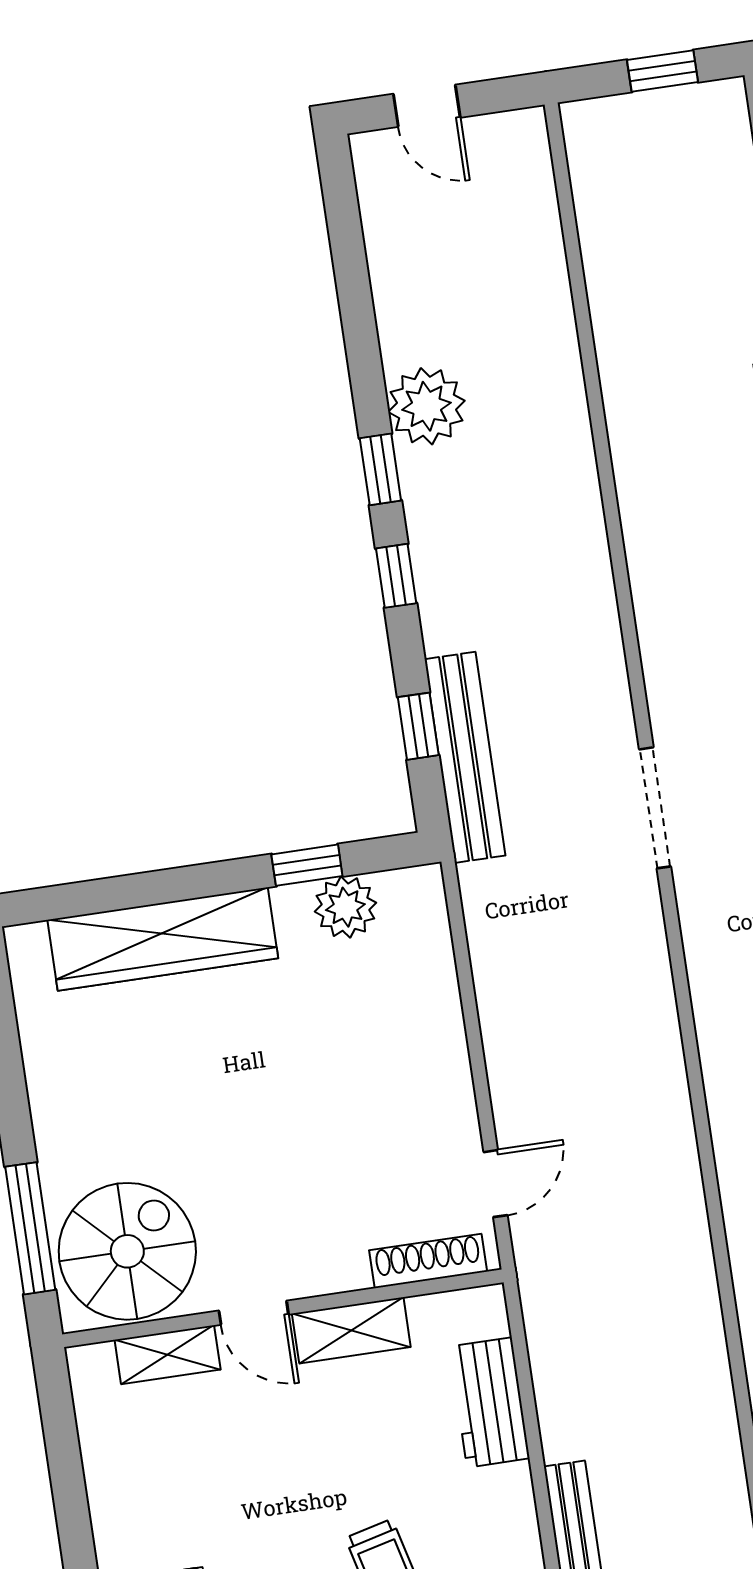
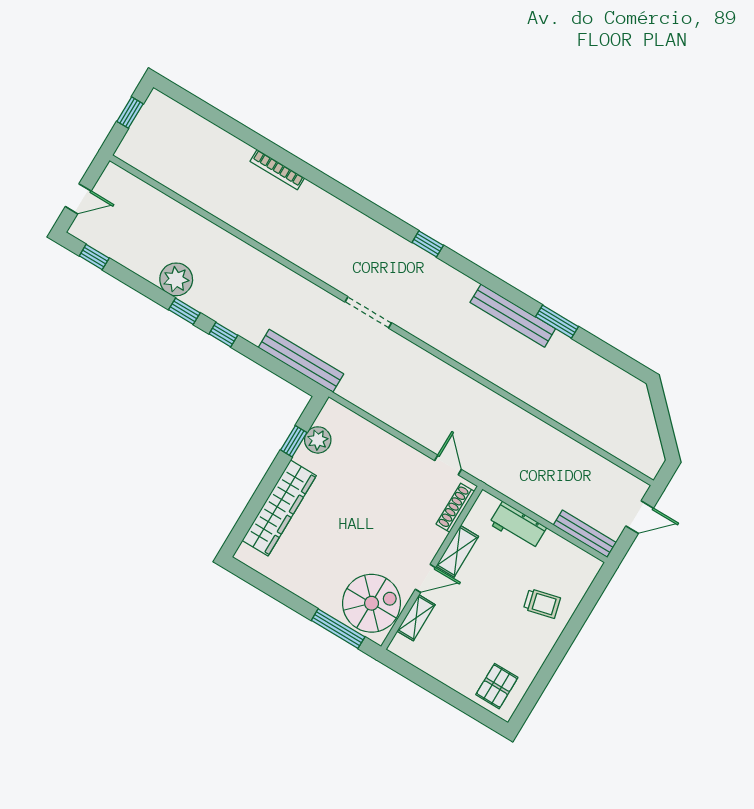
window: (418, 726) -> (94, 257), moved
spiral stairs: (127, 1251) -> (372, 603), turned 90

